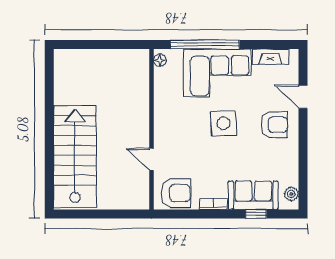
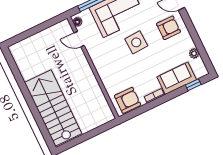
door: (152, 160) -> (79, 39), moved
plant: (291, 194) -> (194, 53), moved
window: (256, 214) -> (193, 85), moved

